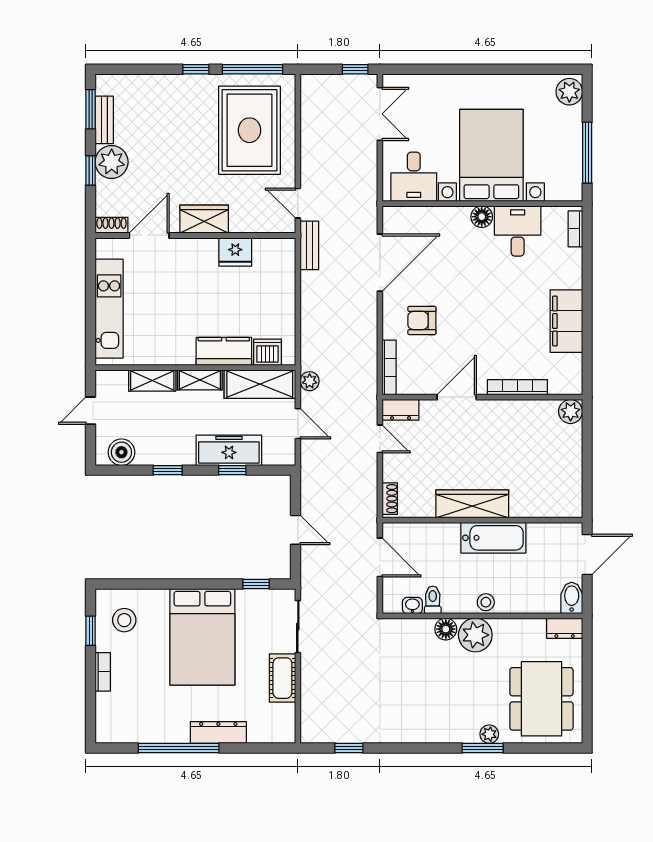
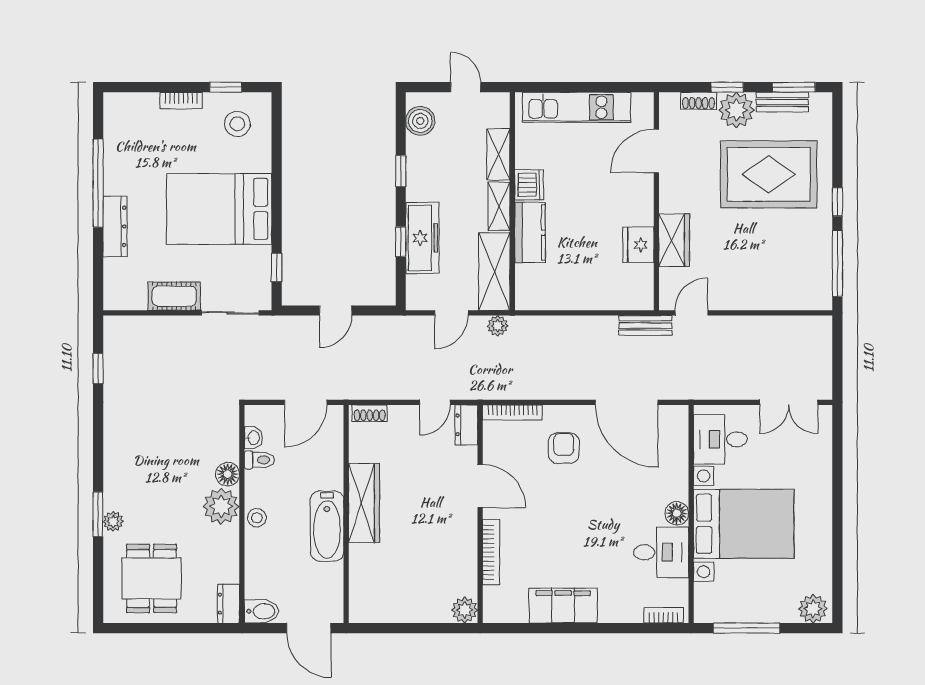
window: (355, 69) -> (837, 375), removed
rug: (250, 130) -> (769, 174), moved
wardrobe: (204, 219) -> (674, 240), moved
shoe rack: (111, 225) -> (699, 101), moved, turned 90
door: (149, 235) -> (656, 151), swing flipped
dishwasher: (267, 352) -> (529, 185), moved
dining table: (541, 699) -> (152, 578), width x0.73

